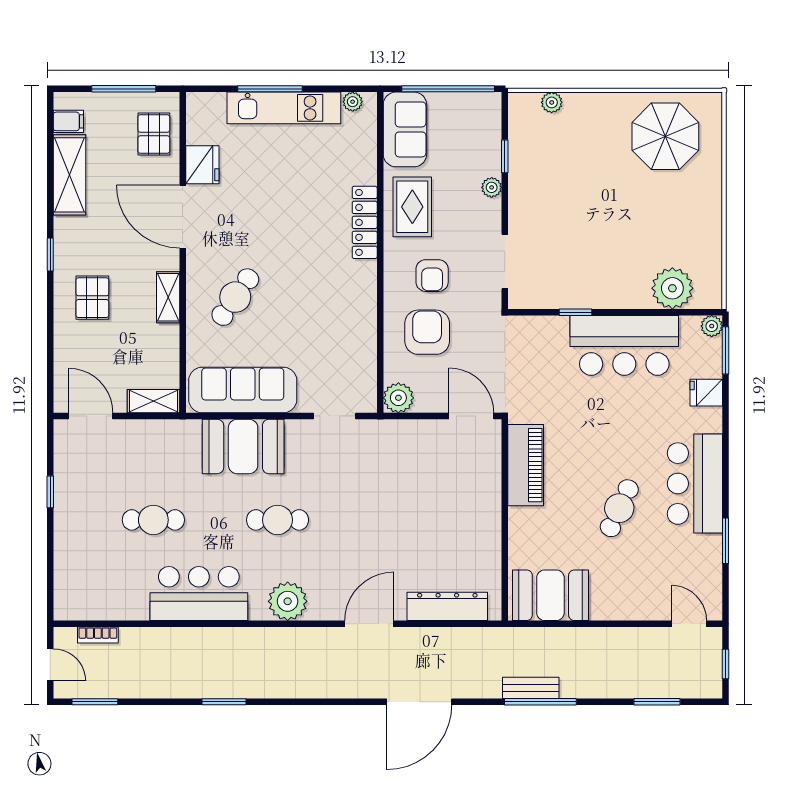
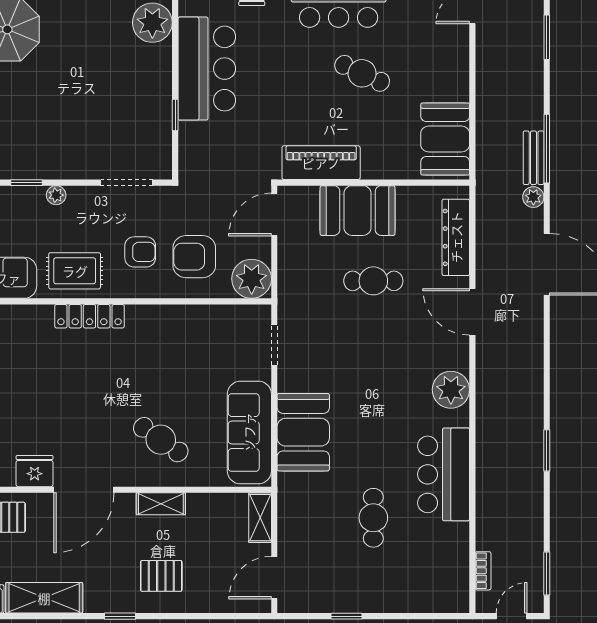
plant: (398, 398) -> (252, 279), width x1.36, depth x1.36
booth: (475, 503) -> (358, 211), added
cafe table: (278, 520) -> (373, 281), moved, turned 90
plant: (490, 688) -> (533, 197), added

